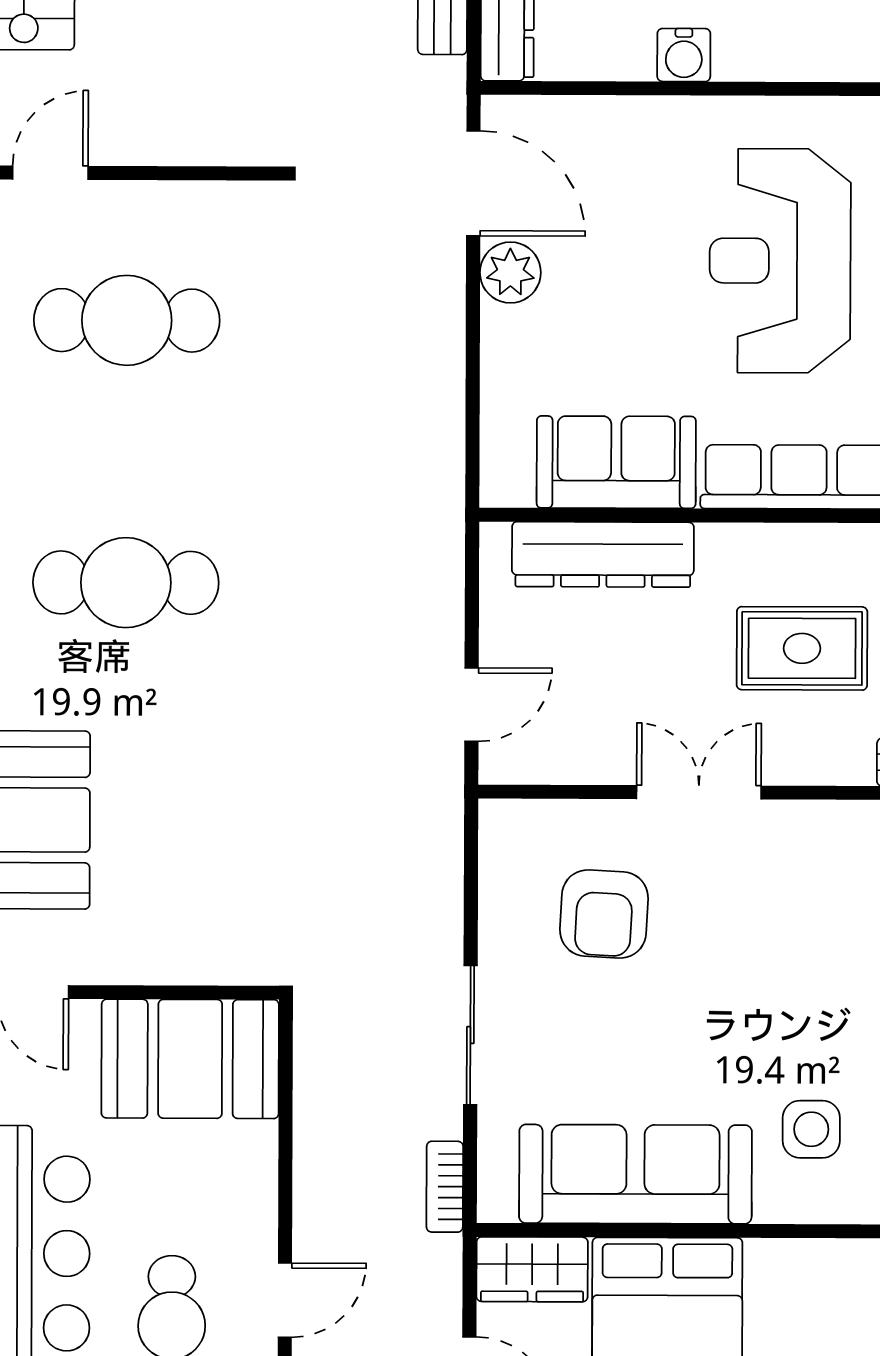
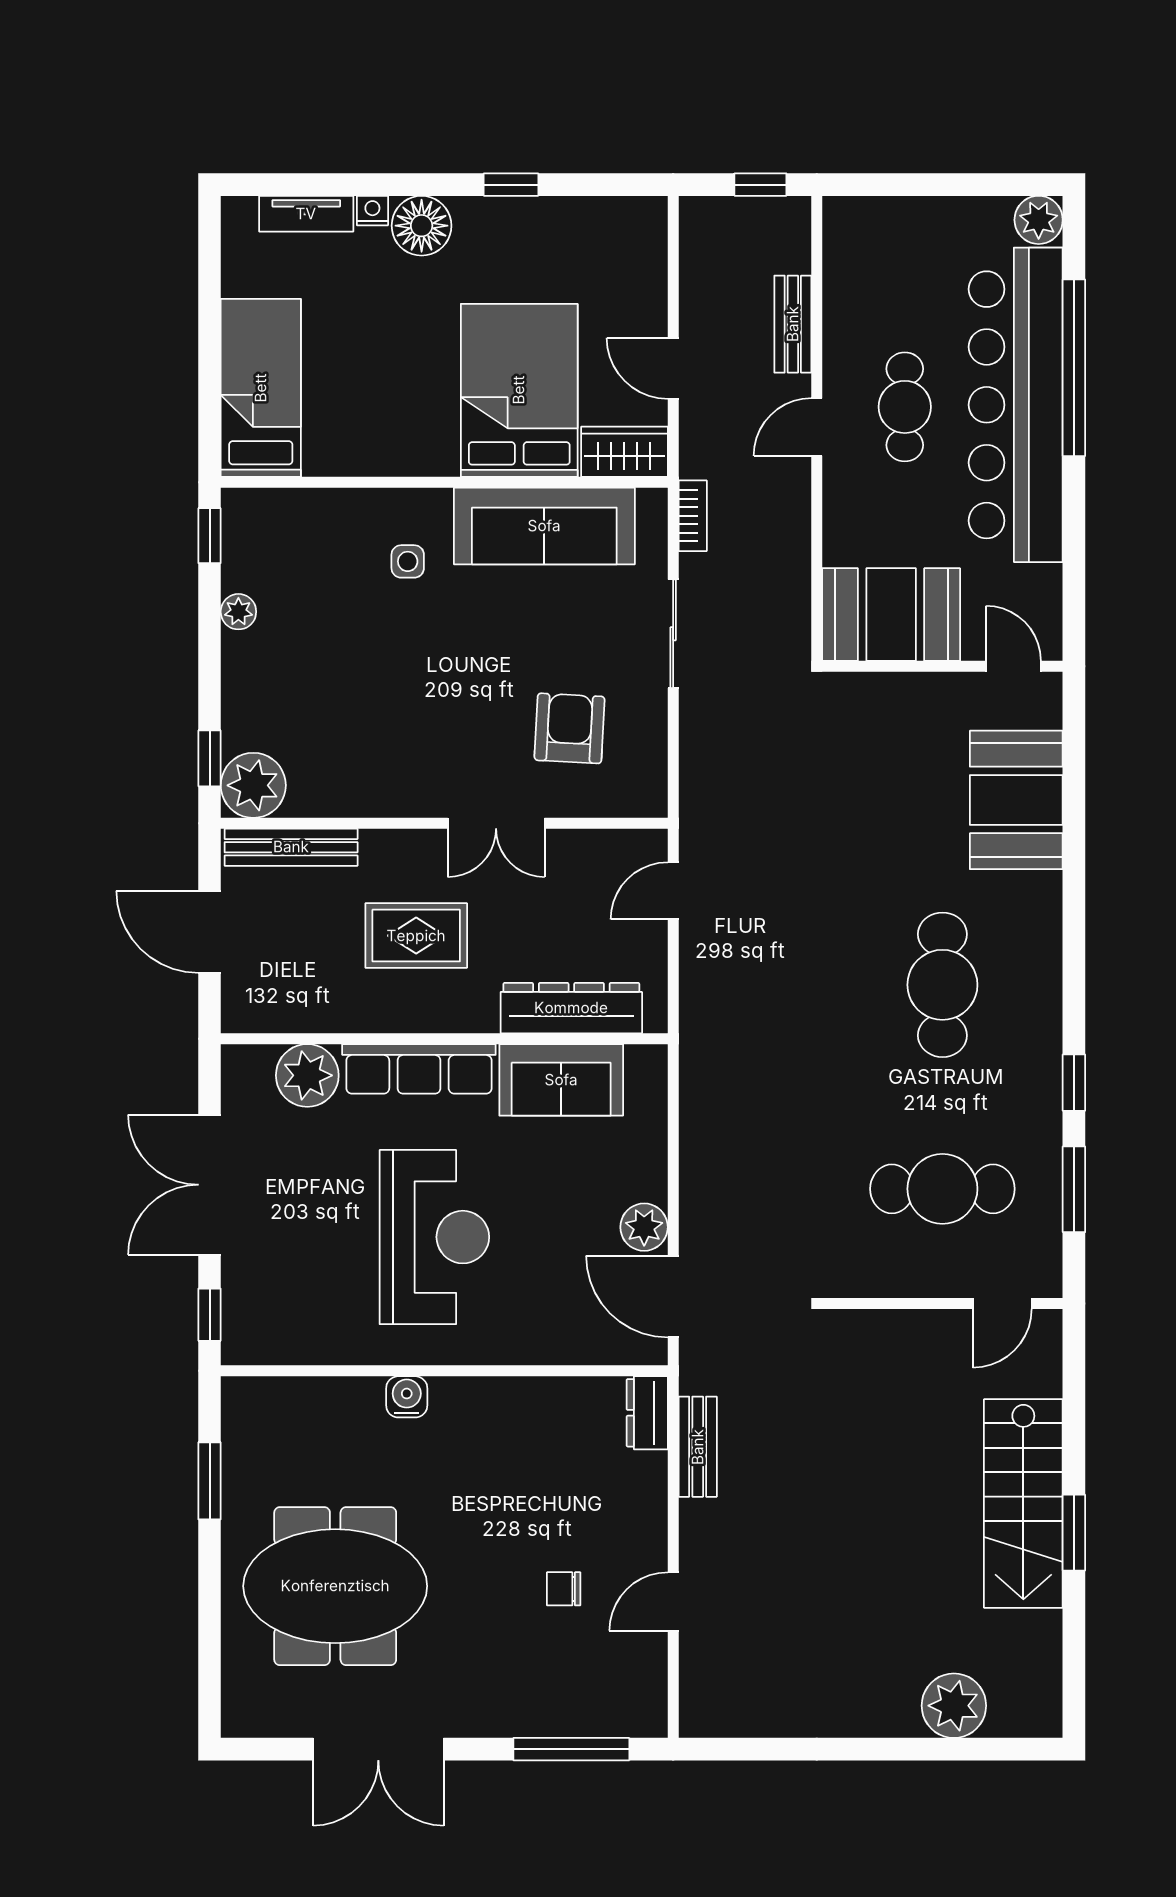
water cooler: (684, 55) -> (407, 1397), moved
cafe table: (126, 583) -> (942, 985), turned 90
side table: (811, 1129) -> (408, 561), width x0.73, depth x0.73

